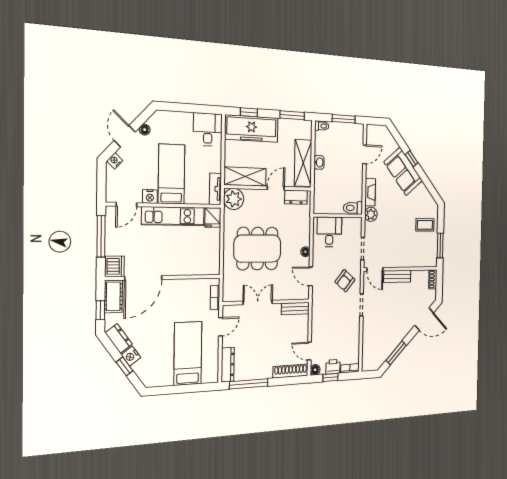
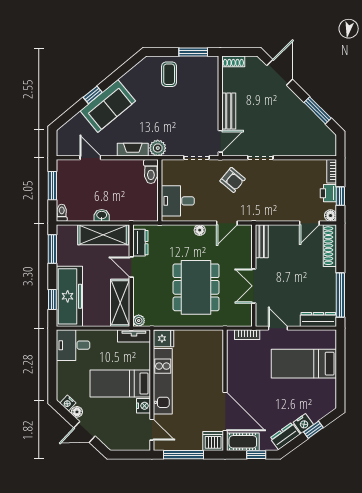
nightstand: (115, 161) -> (68, 403), moved
plant: (234, 199) -> (139, 321), width x0.53, depth x0.53

